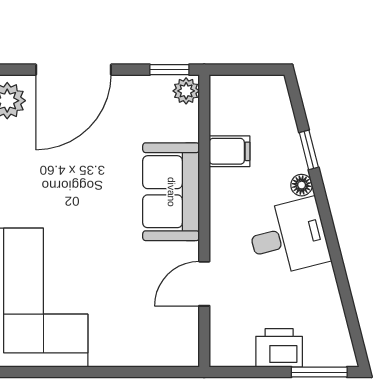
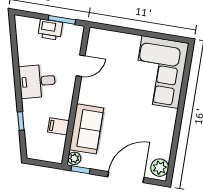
floor lamp: (302, 185) -> (27, 105), removed
sofa: (171, 192) -> (86, 129), moved
window: (319, 372) -> (62, 20), moved

